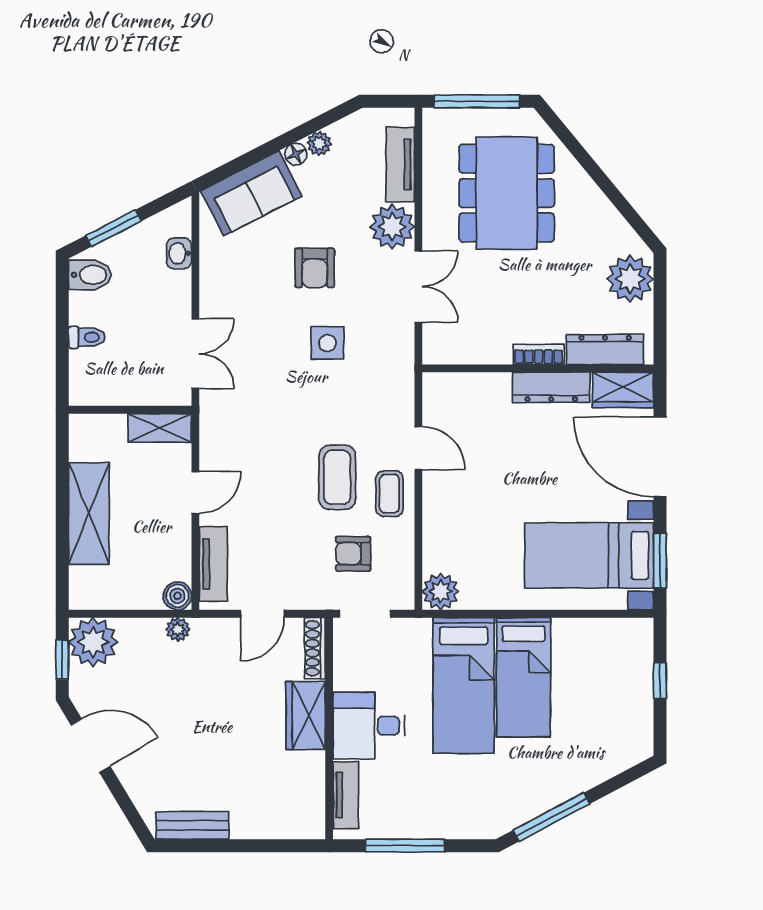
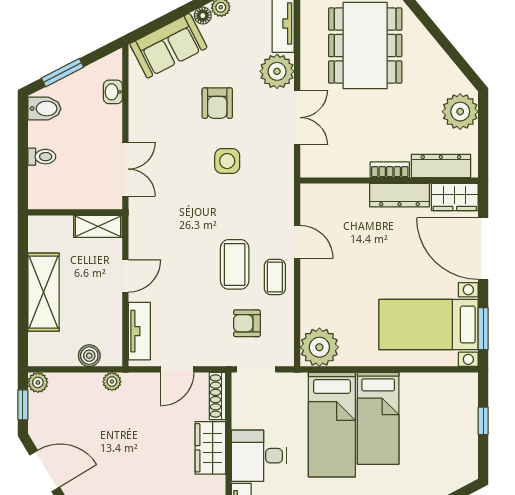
plant: (441, 591) -> (319, 347), width x1.36, depth x1.36
boiler: (177, 596) -> (89, 356), moved
plant: (93, 642) -> (38, 382), width x0.53, depth x0.53

